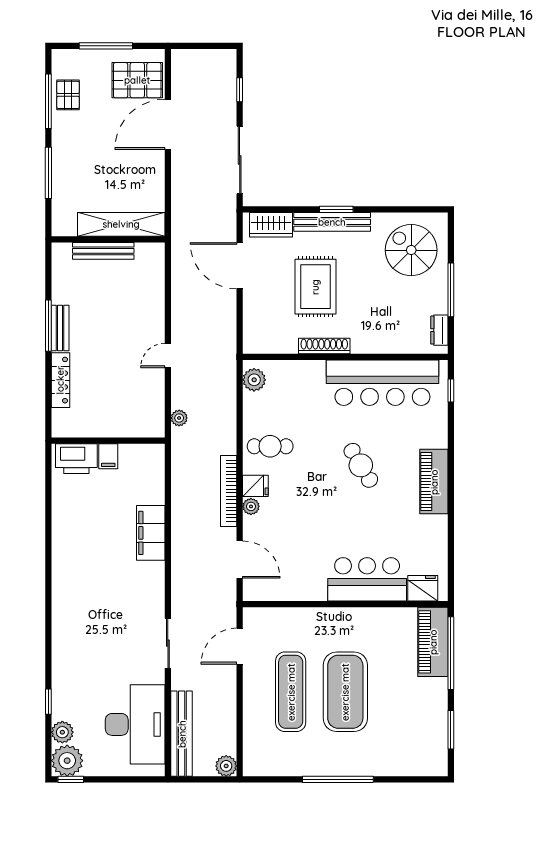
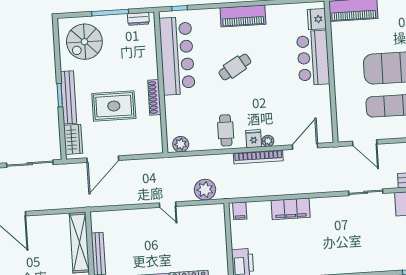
plant: (179, 418) -> (205, 190), width x1.88, depth x1.88
filing cabinet: (108, 456) -> (240, 211), moved, turned 90

